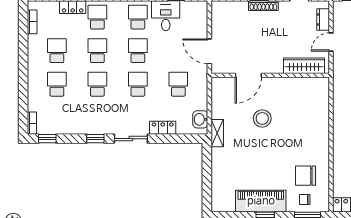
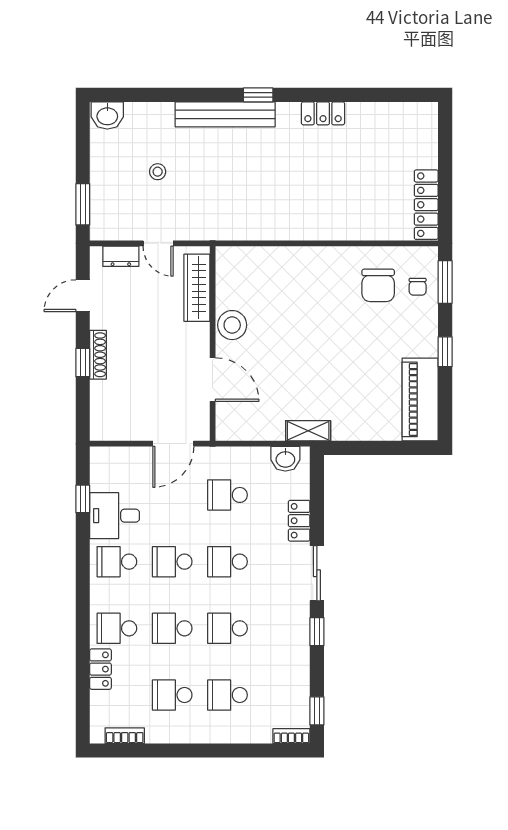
stool: (262, 118) -> (232, 325), moved
piano: (261, 201) -> (420, 399), moved

